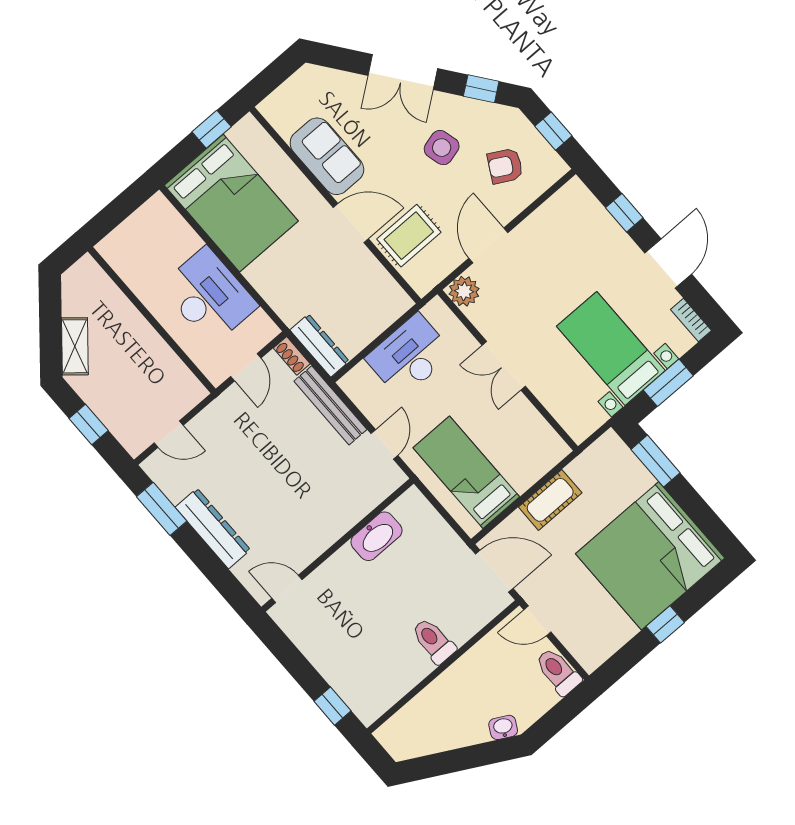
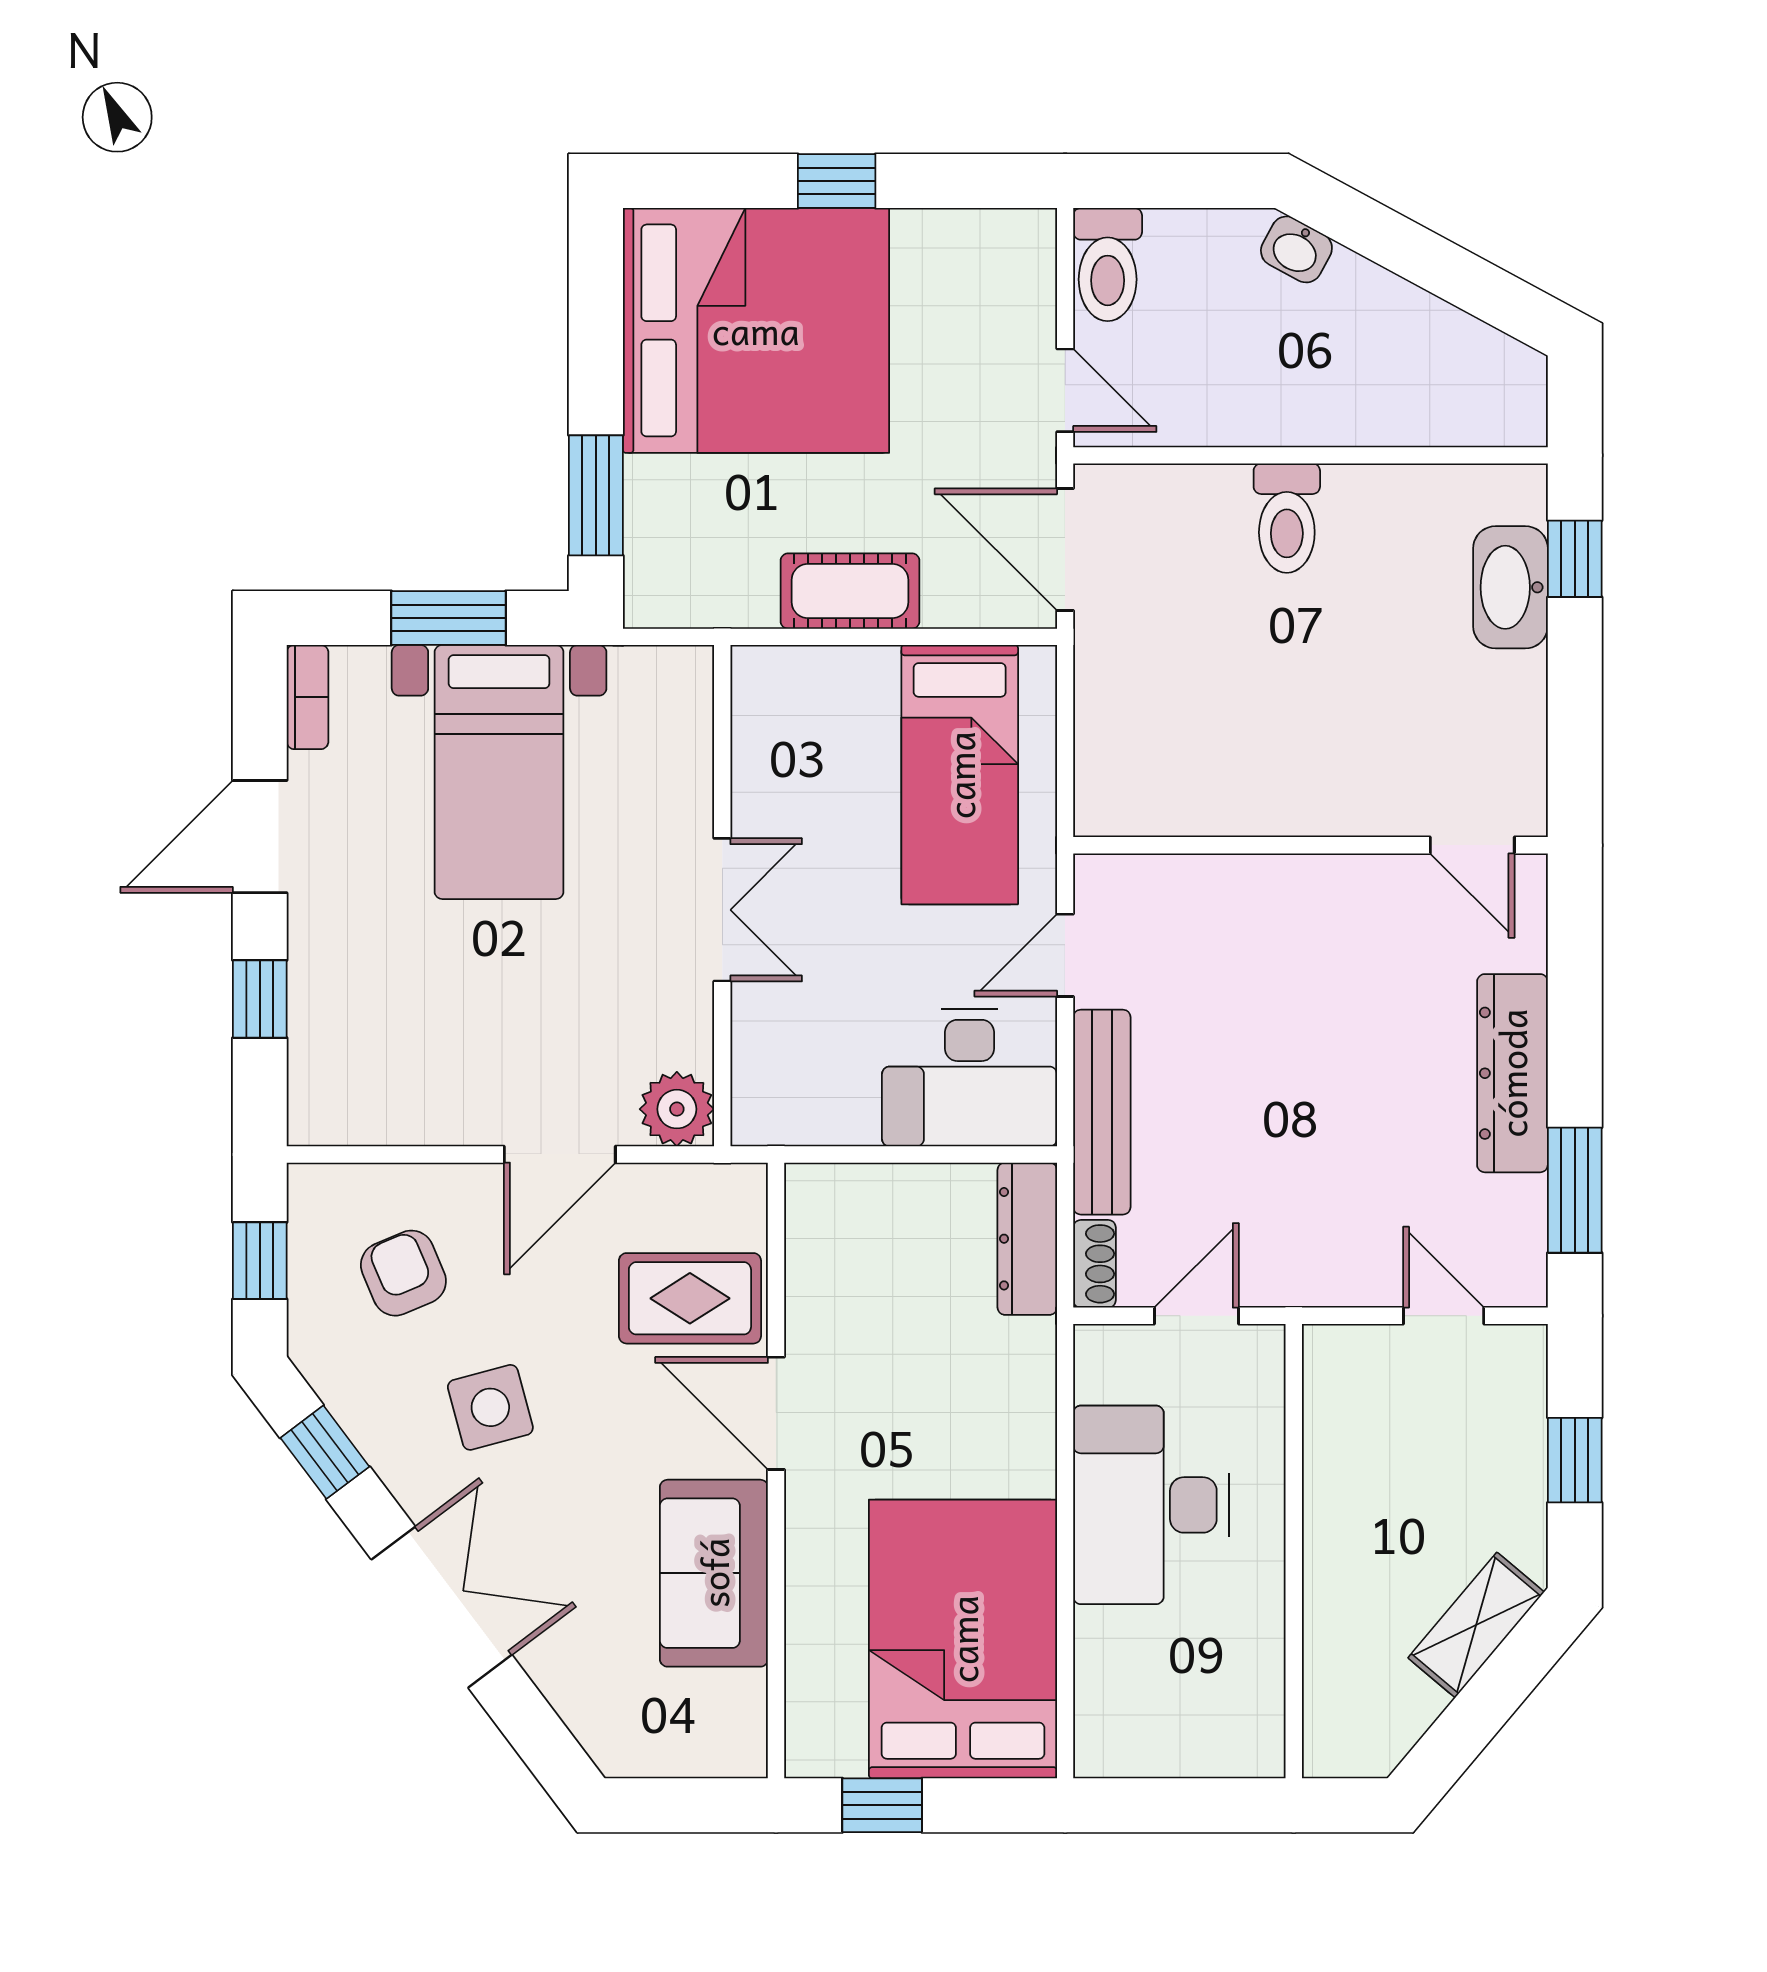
armchair: (505, 166) -> (403, 1273), turned -142
desk: (409, 356) -> (970, 1078), moved
washbasin: (376, 536) -> (1510, 587), moved, turned -90

